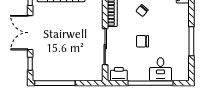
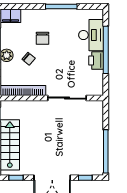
chair: (143, 41) -> (42, 38), moved
desk: (161, 69) -> (91, 35), width x1.37
printer: (119, 74) -> (96, 60), moved

